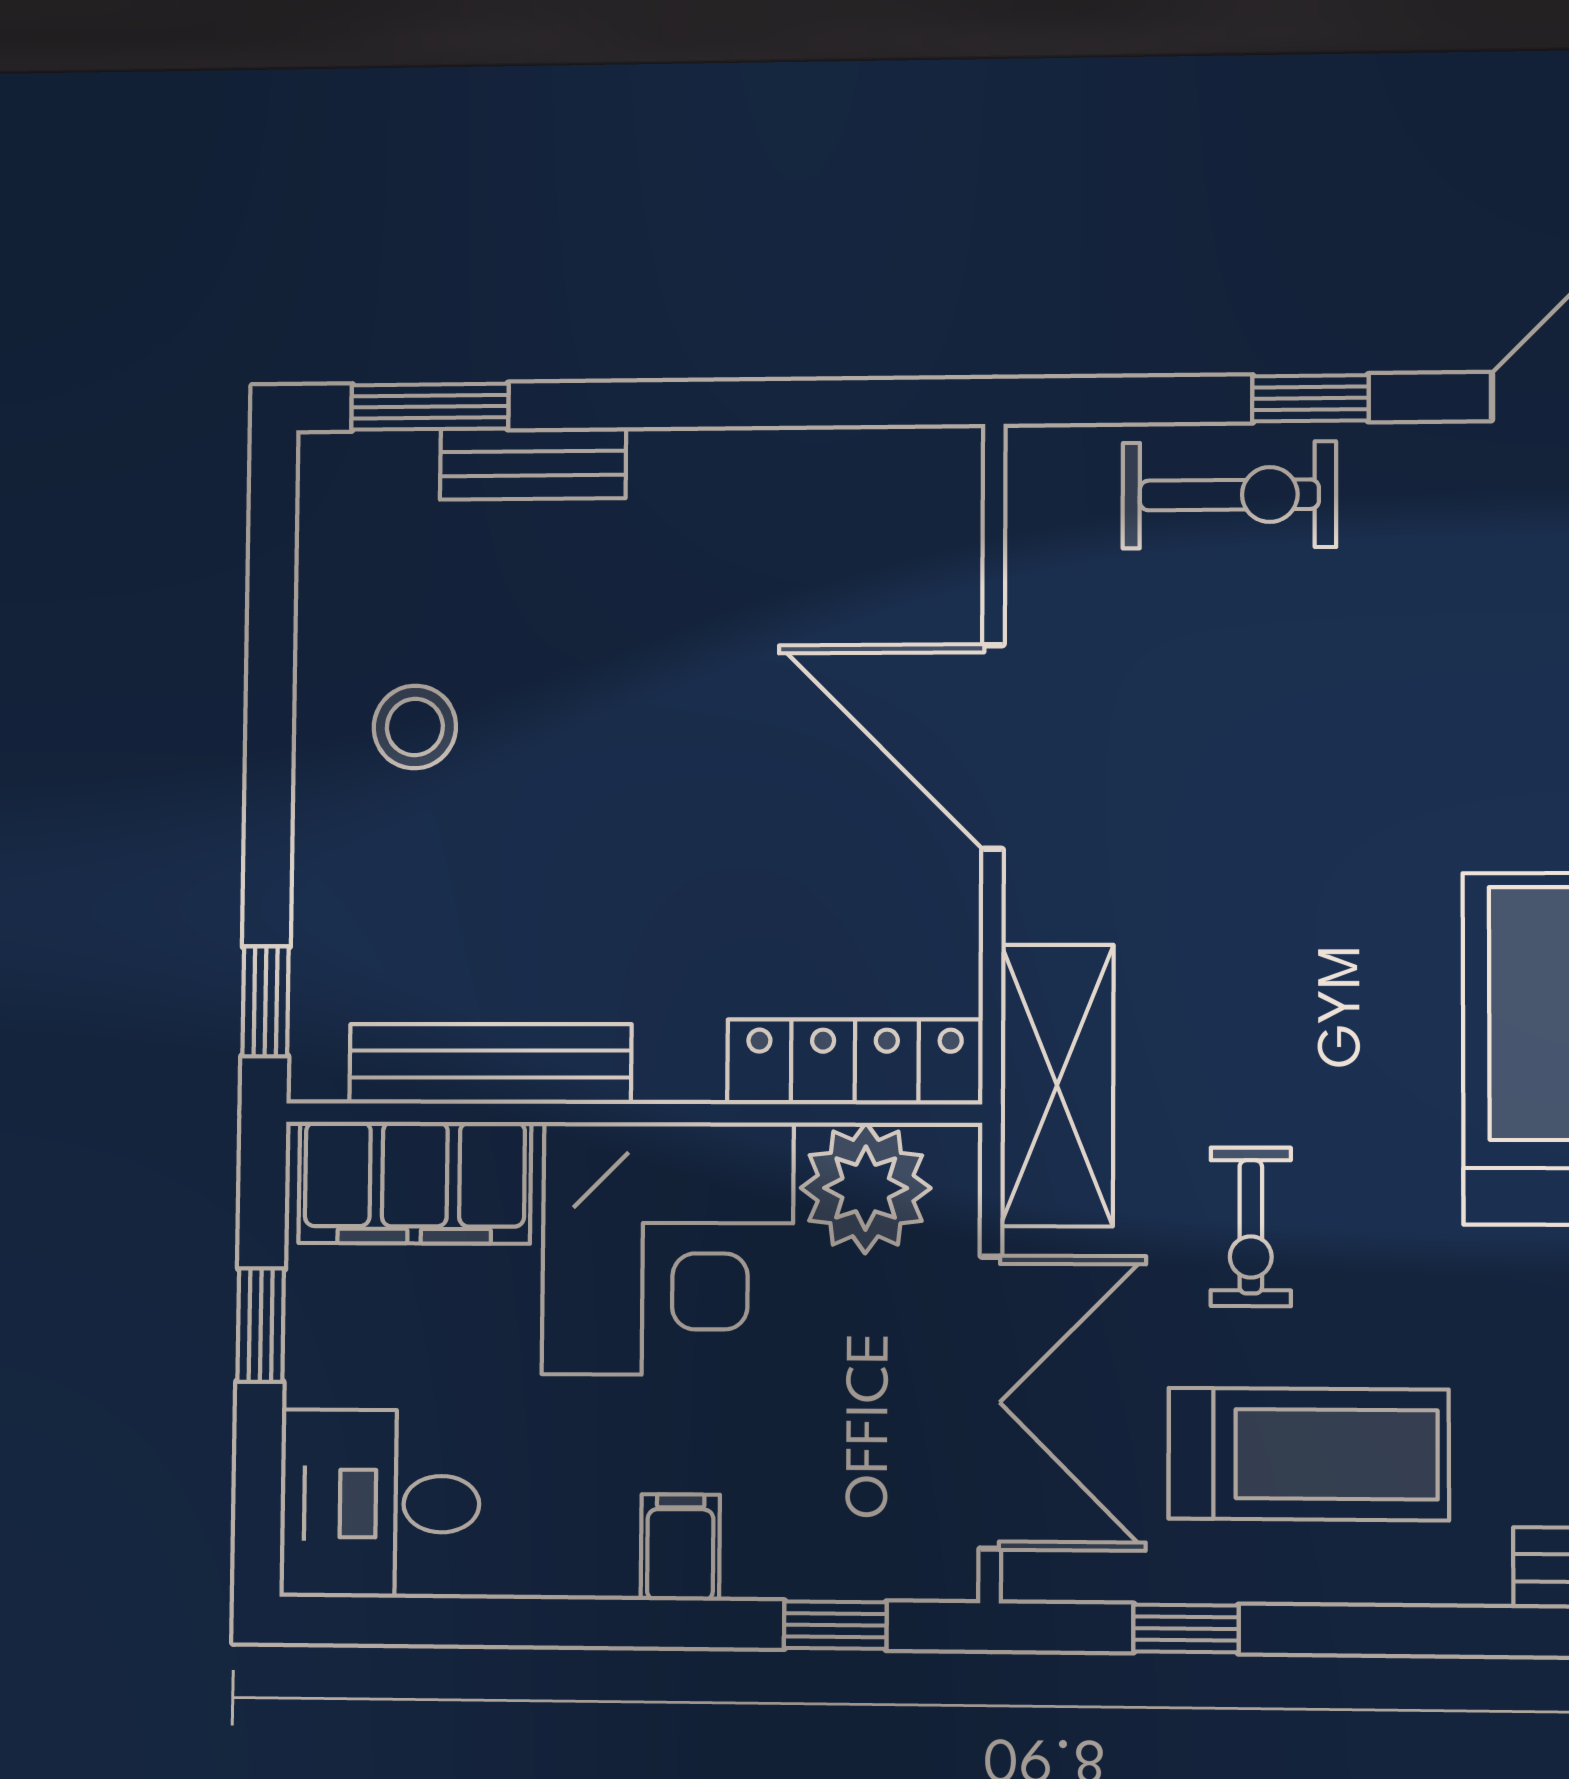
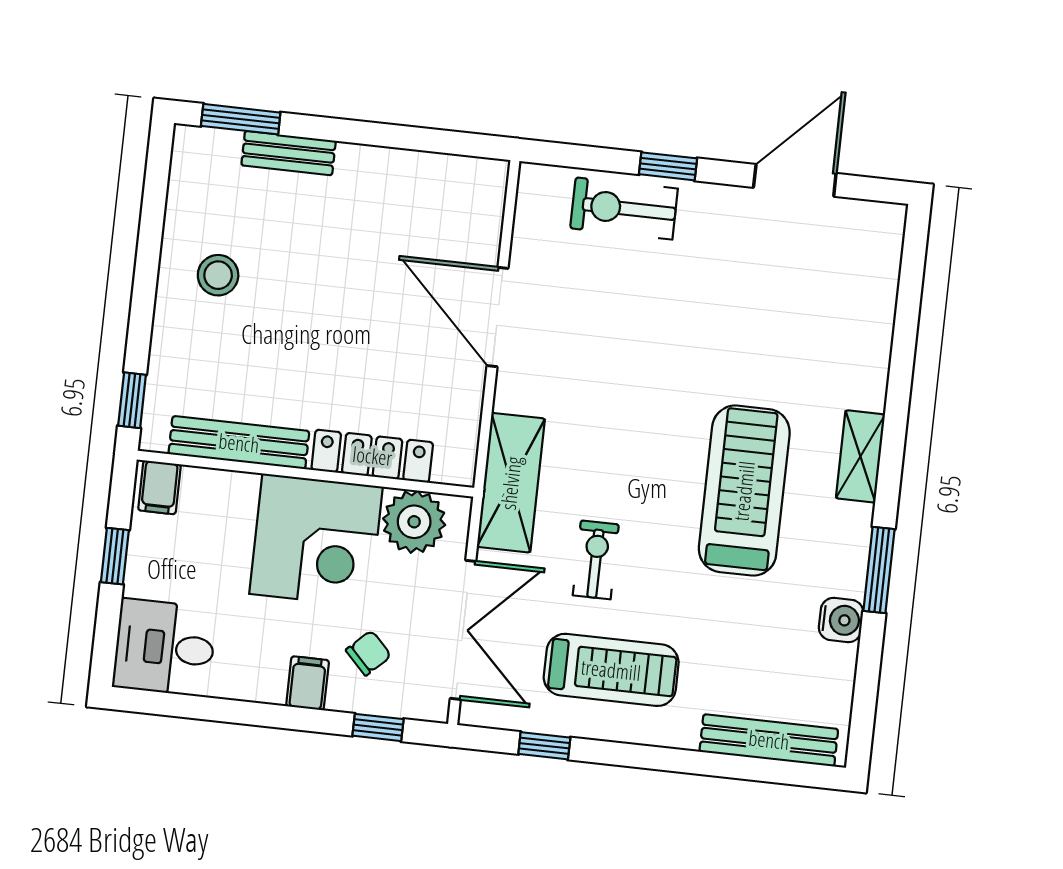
exercise bike: (1229, 495) -> (624, 208), turned 180
locker: (855, 1062) -> (372, 456), moved
filing cabinet: (415, 1183) -> (159, 487), width x0.33, depth x0.86
exercise bike: (1251, 1227) -> (596, 560), turned 180
chair: (800, 1471) -> (368, 653), added

